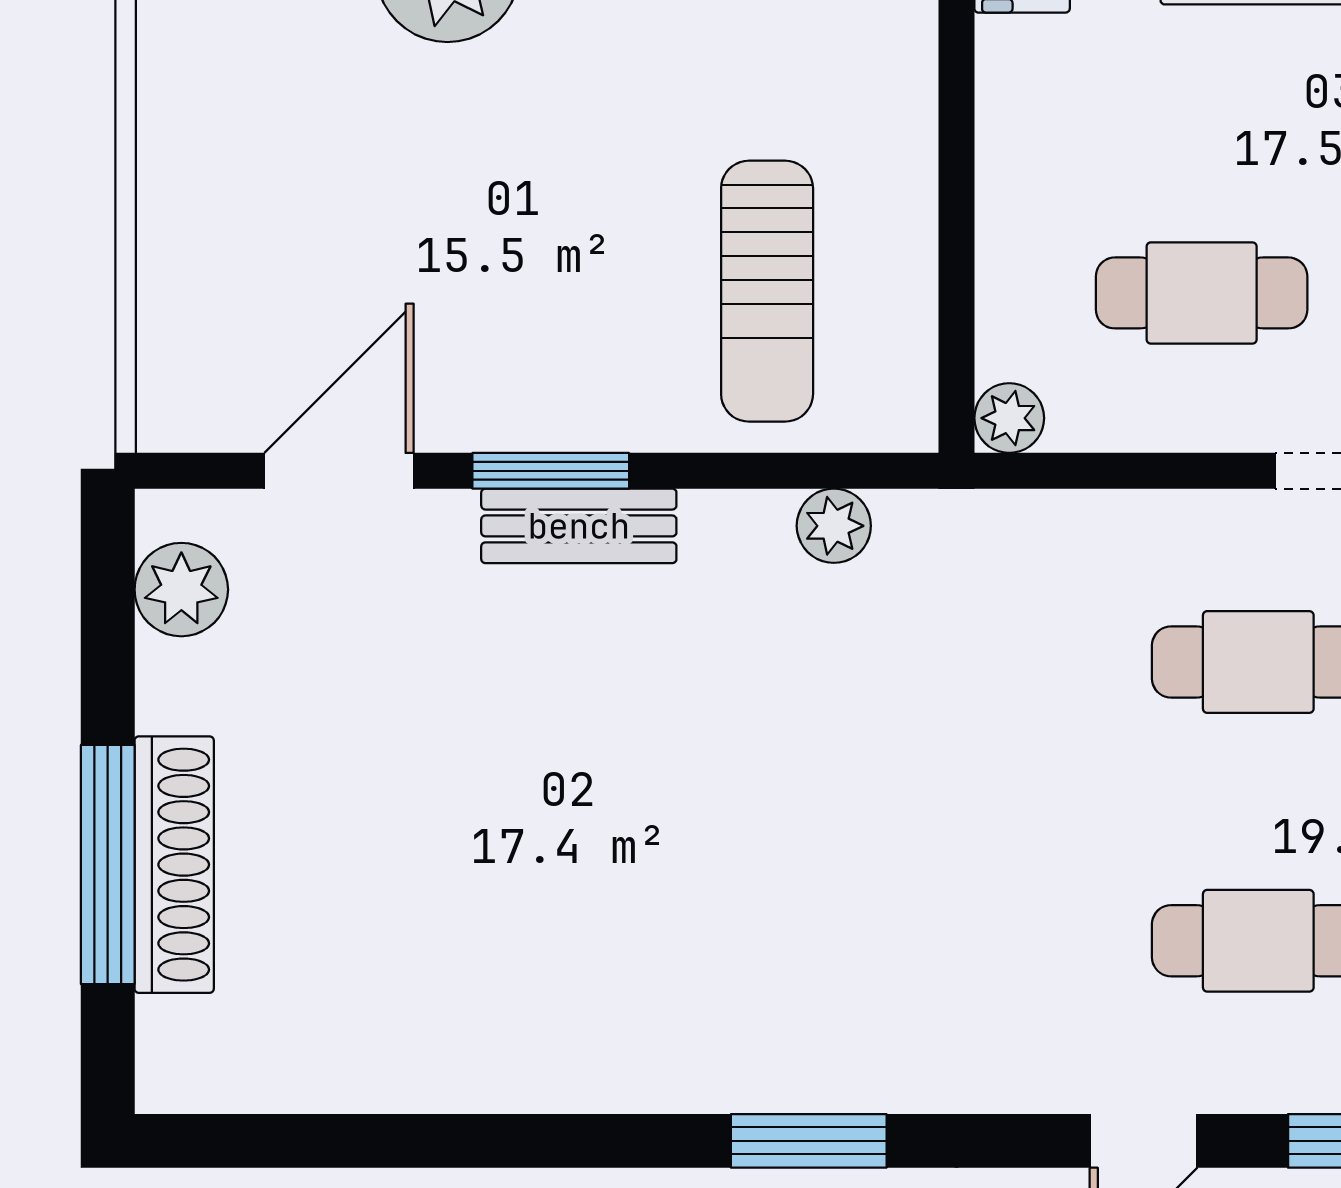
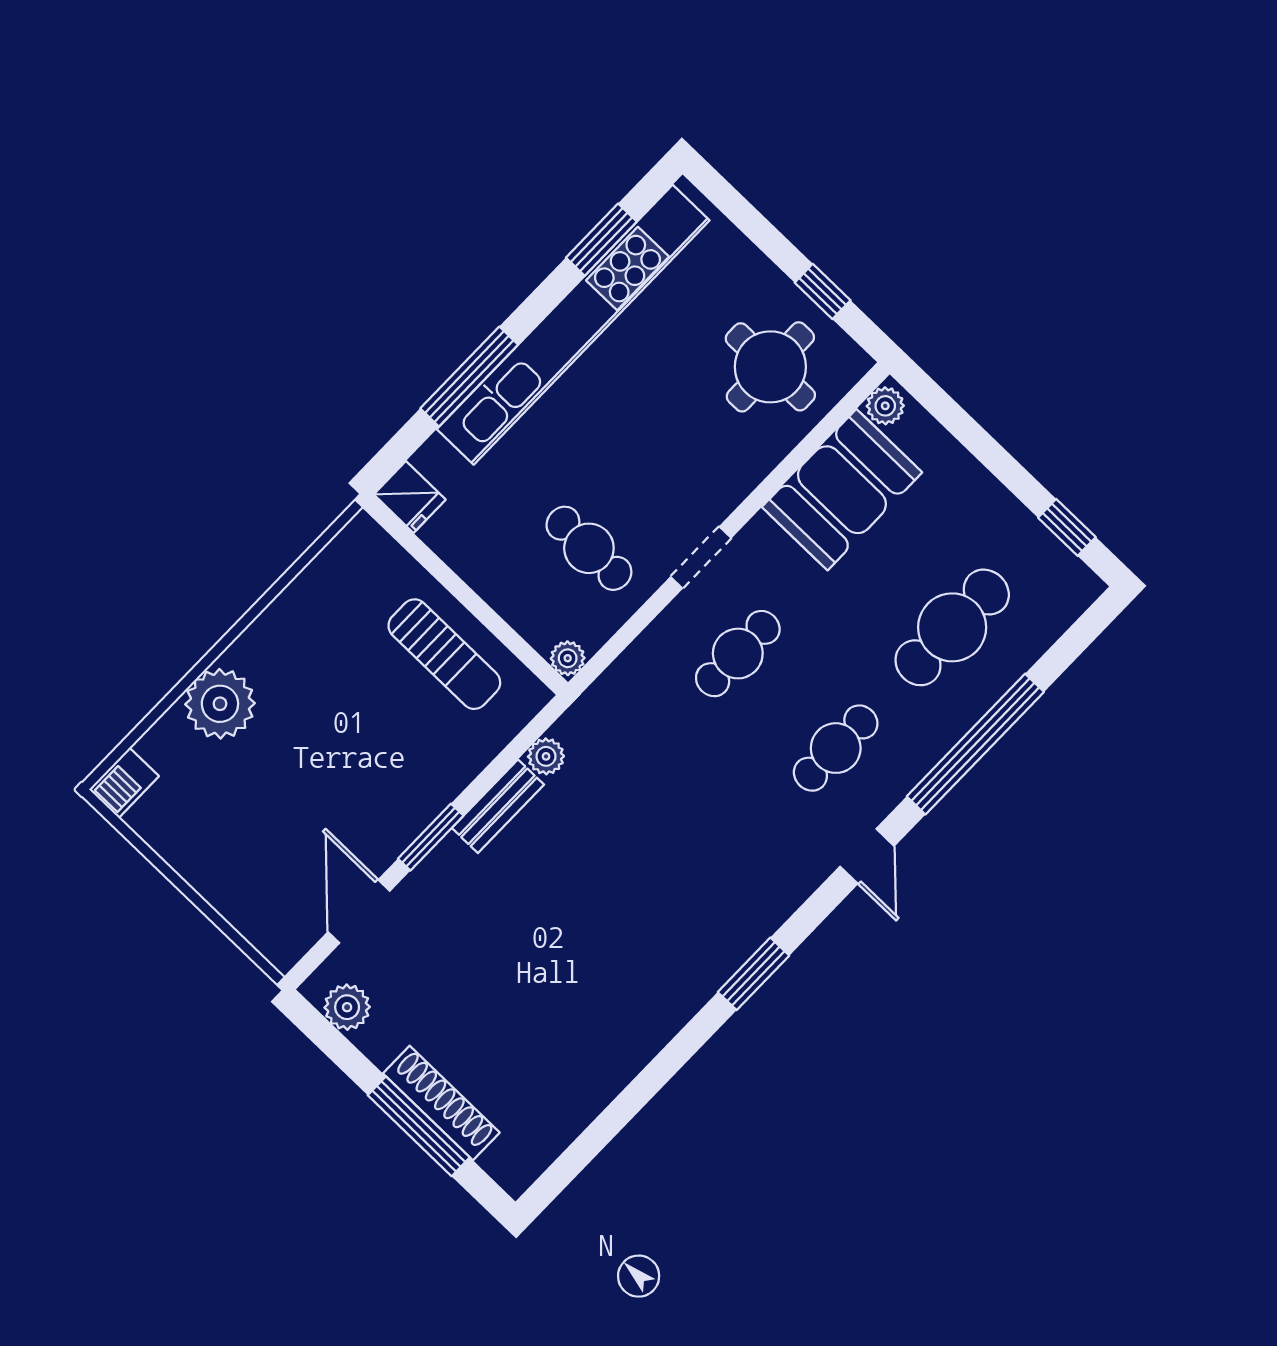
sun lounger: (767, 291) -> (444, 654), moved
cafe table: (1202, 293) -> (589, 548), turned 90
bench: (579, 526) -> (498, 806), moved

